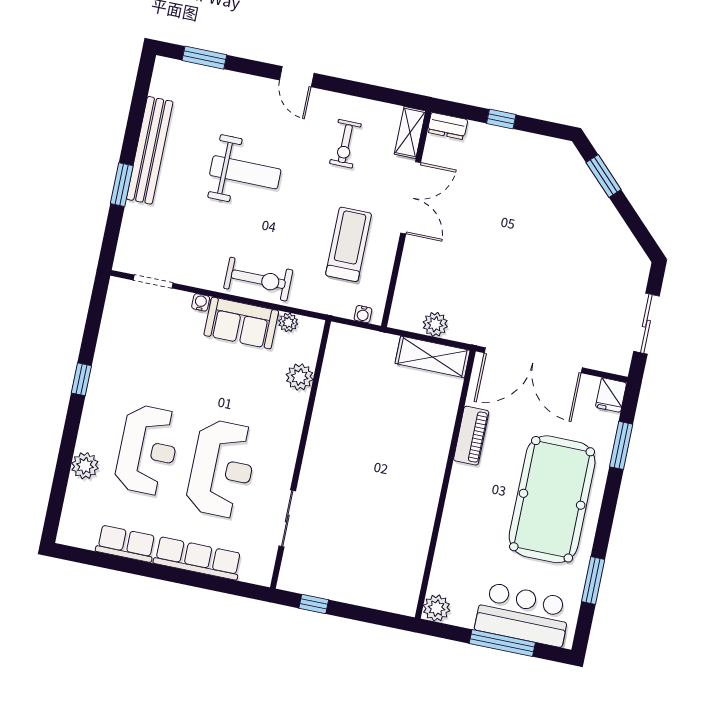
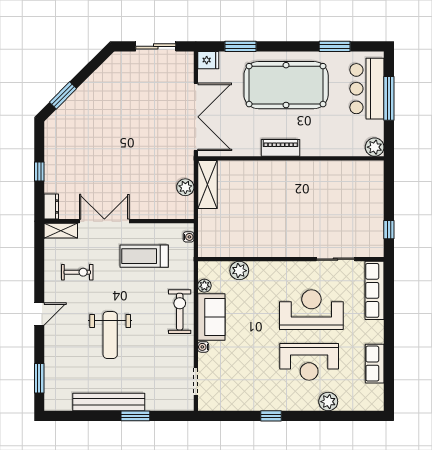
weight bench: (245, 172) -> (110, 335), turned 180
piano: (471, 436) -> (281, 148), moved
reception desk: (148, 450) -> (309, 362), turned 180
row of seats: (198, 558) -> (374, 290), moved

